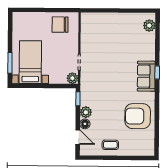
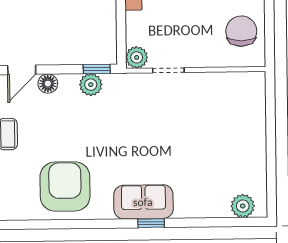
plant: (86, 112) -> (91, 85), moved

